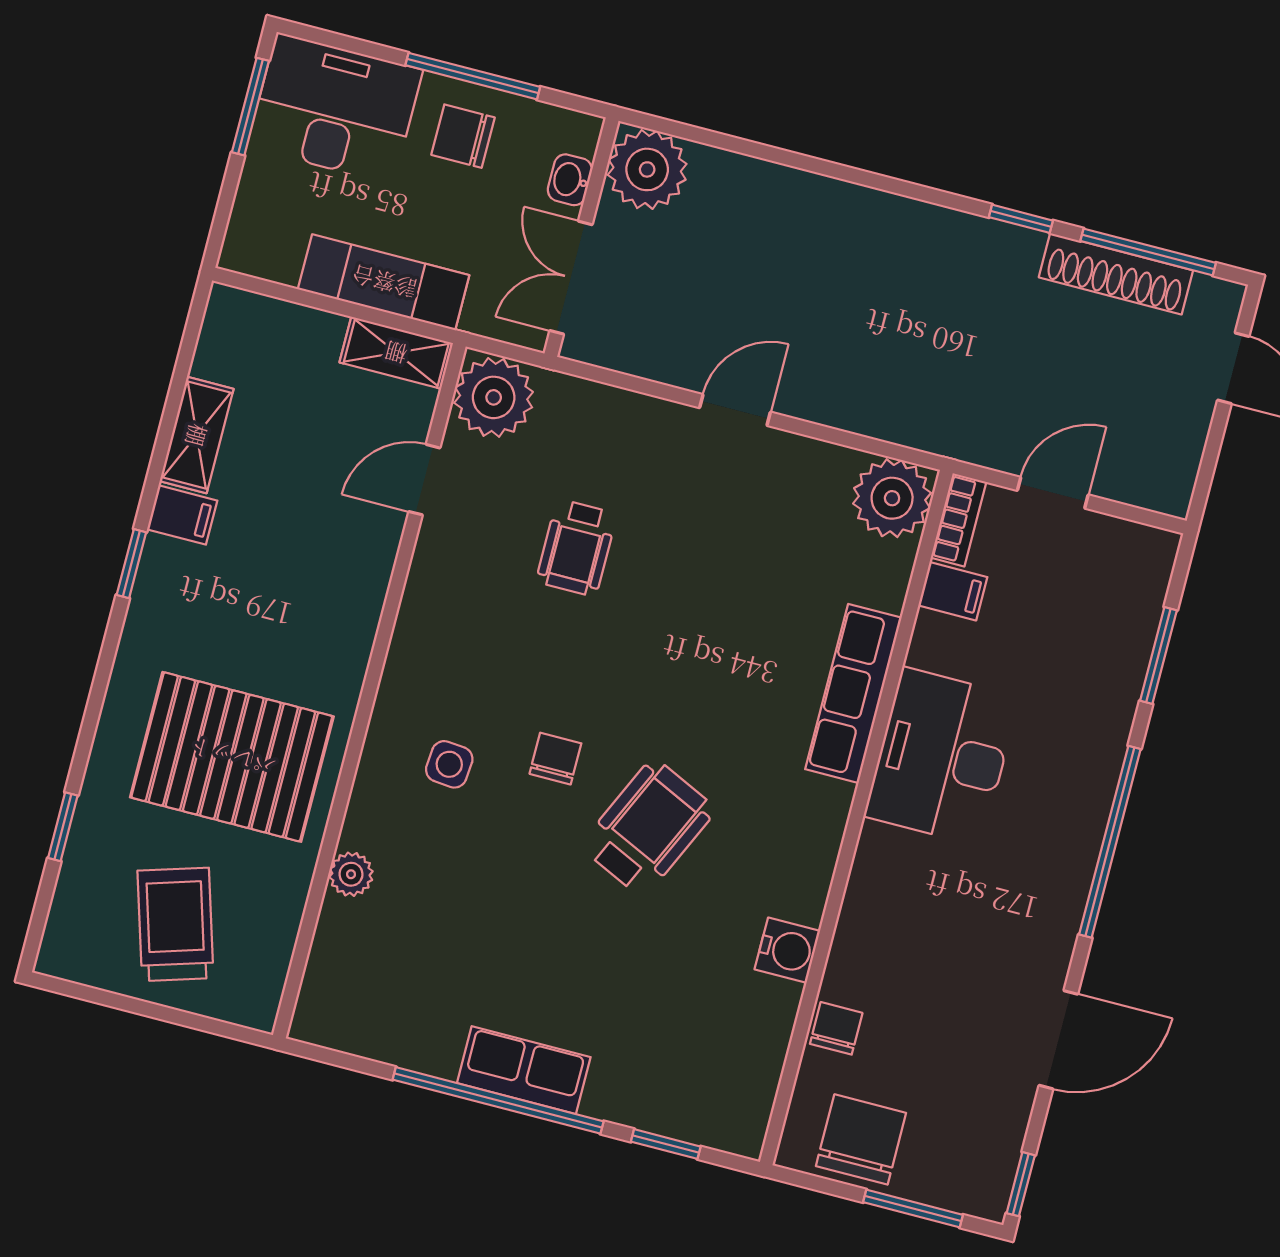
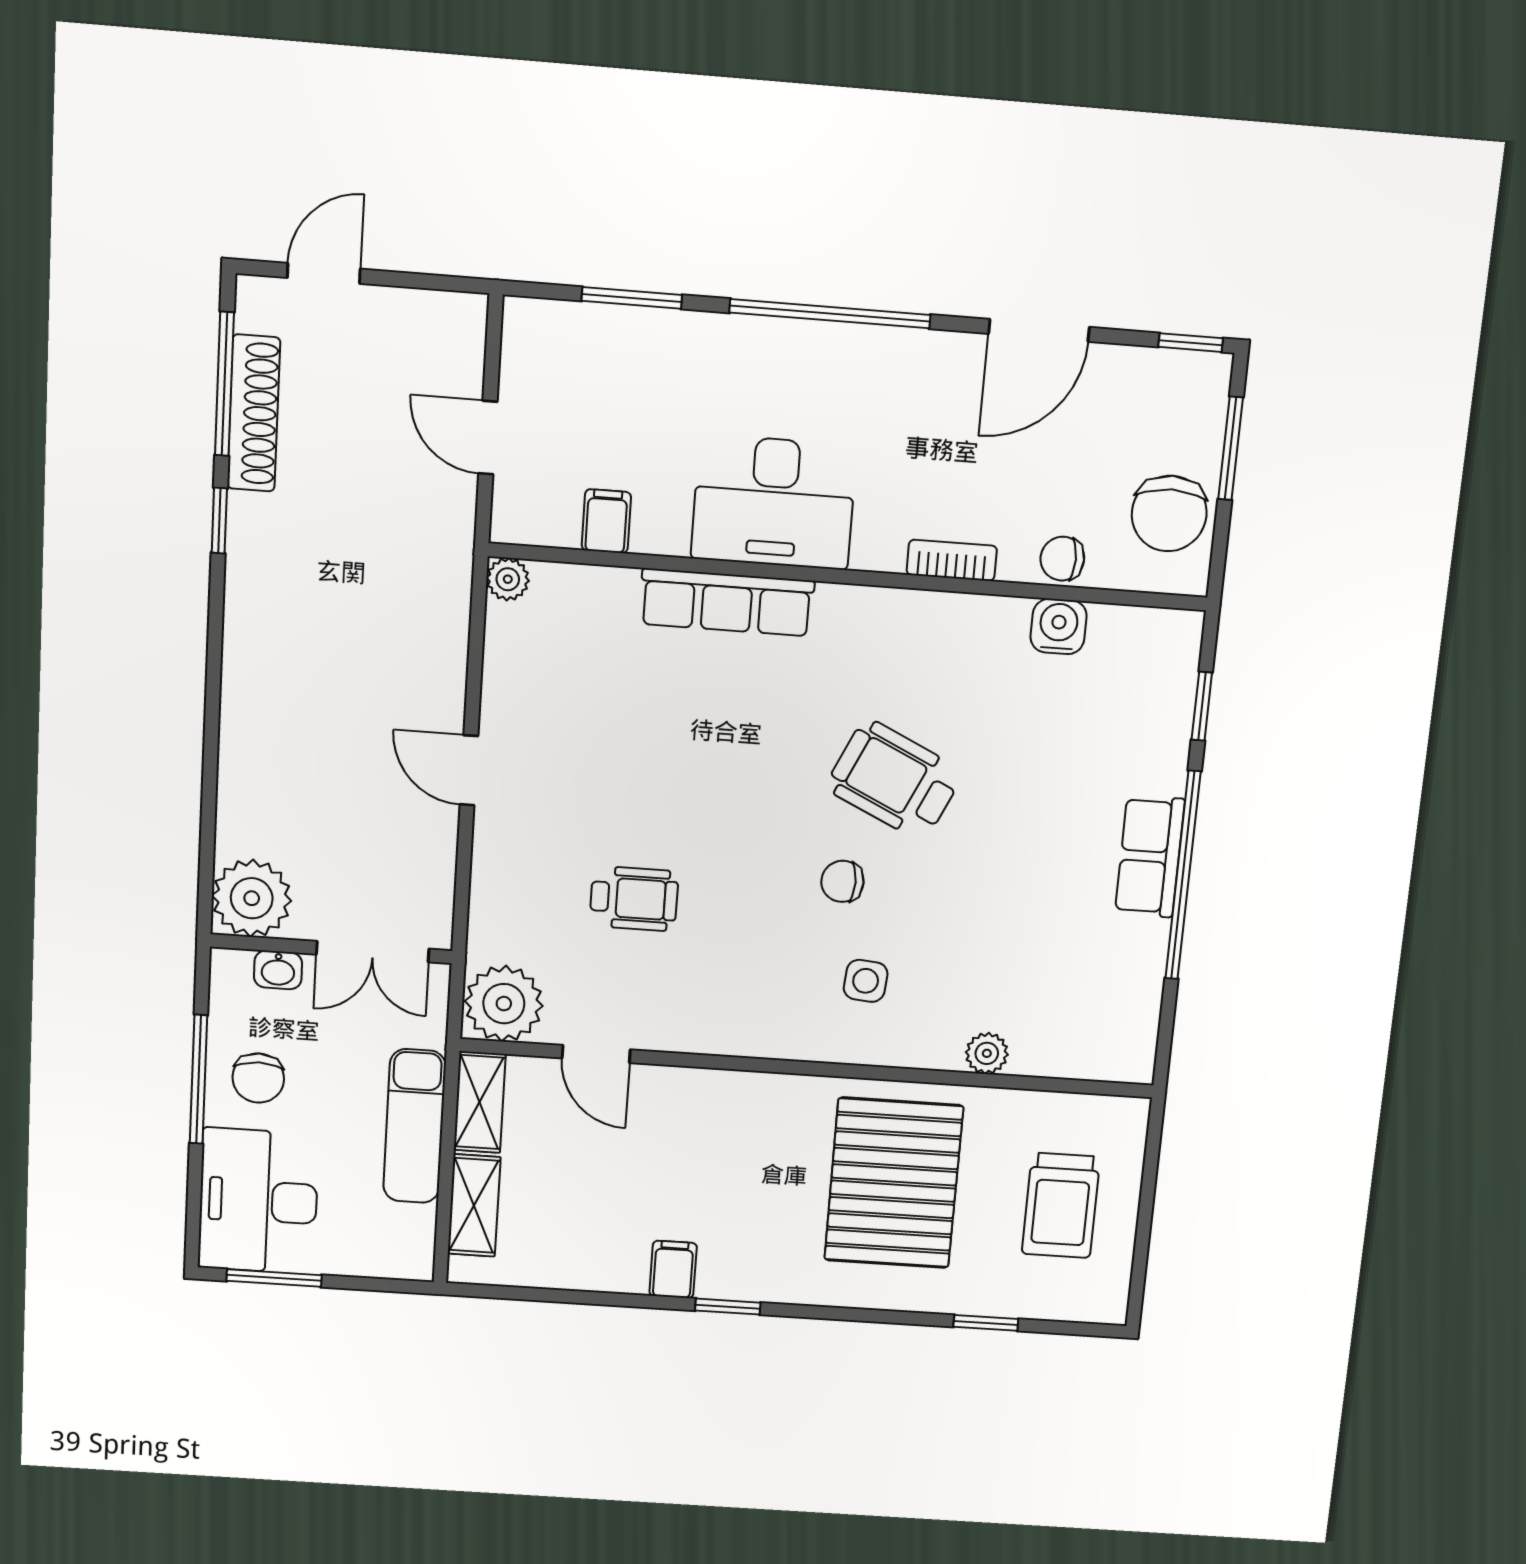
shelving: (197, 435) -> (474, 1205), moved, turned 90
plant: (892, 498) -> (508, 579), width x0.53, depth x0.53
bookcase: (958, 520) -> (952, 560), moved
trolley: (175, 924) -> (1061, 1205), turned -73
water cooler: (787, 950) -> (1059, 626), moved
door: (1058, 1040) -> (1039, 330), swing flipped
chair: (861, 1139) -> (1169, 514), turned -90

